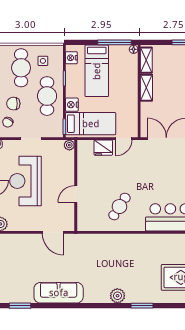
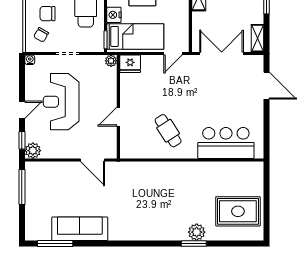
fridge: (103, 148) -> (130, 64), moved
cafe table: (119, 207) -> (168, 131), turned -66
sofa: (59, 293) -> (80, 229), moved
plant: (117, 296) -> (197, 232), moved
window: (20, 306) -> (55, 243), width x1.44

